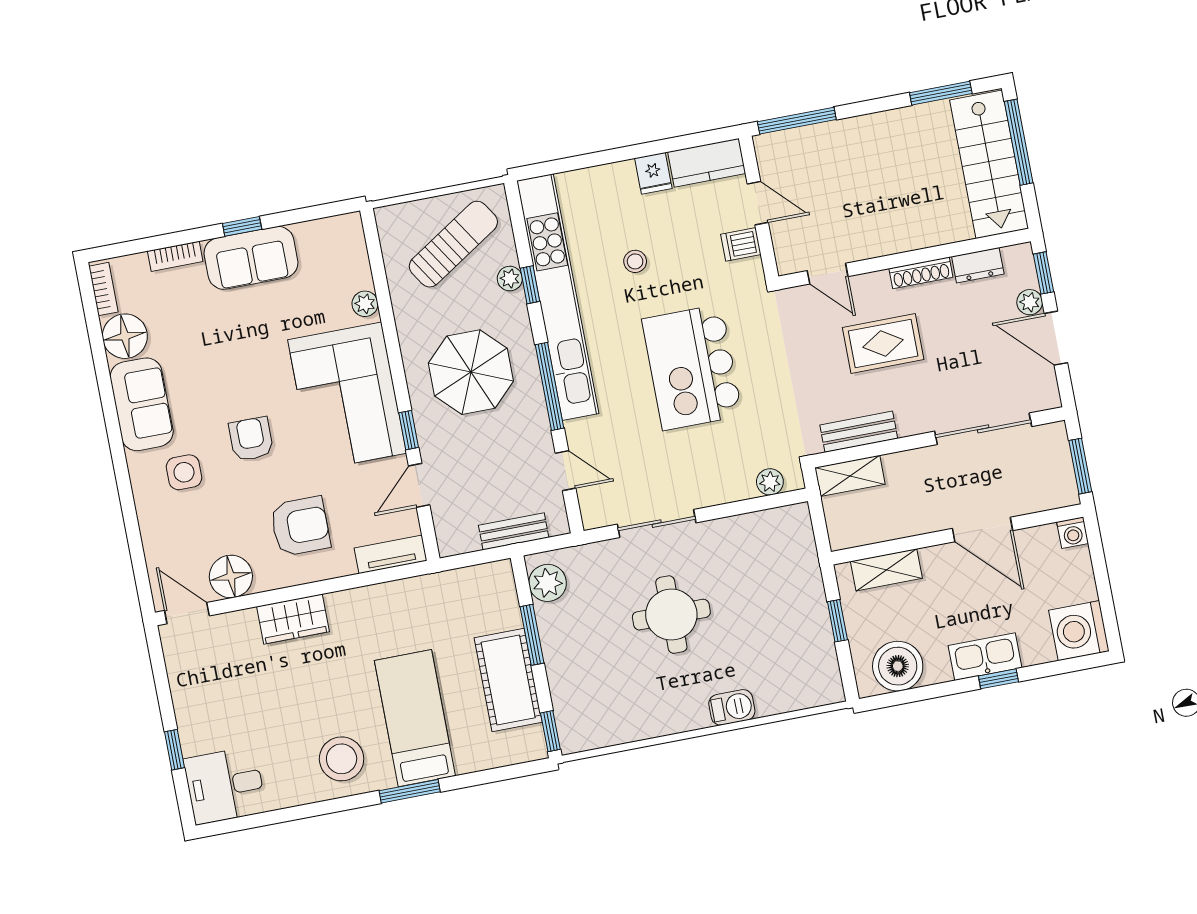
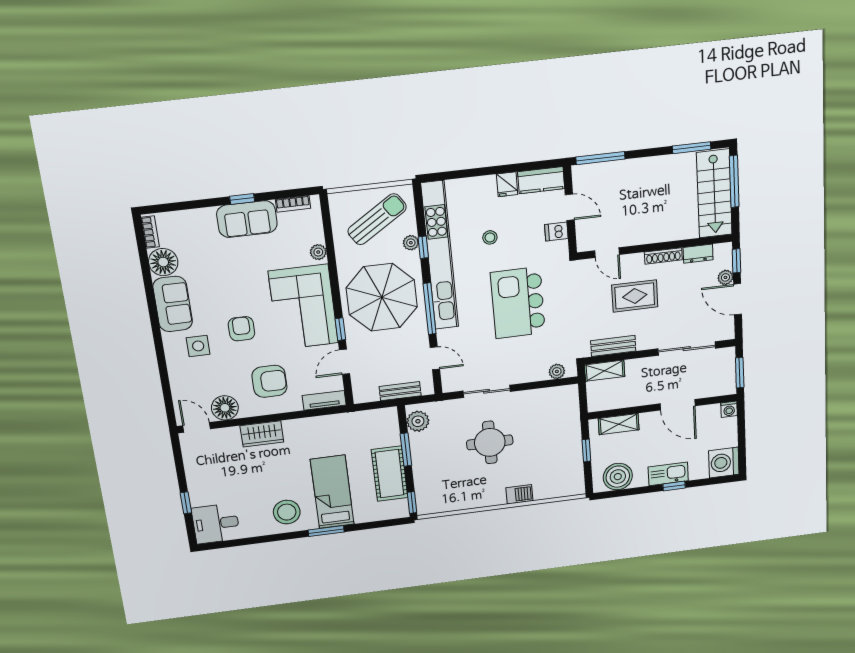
bookcase: (175, 256) -> (293, 204), moved
parasol: (471, 372) -> (382, 297), width x1.36, depth x1.36

